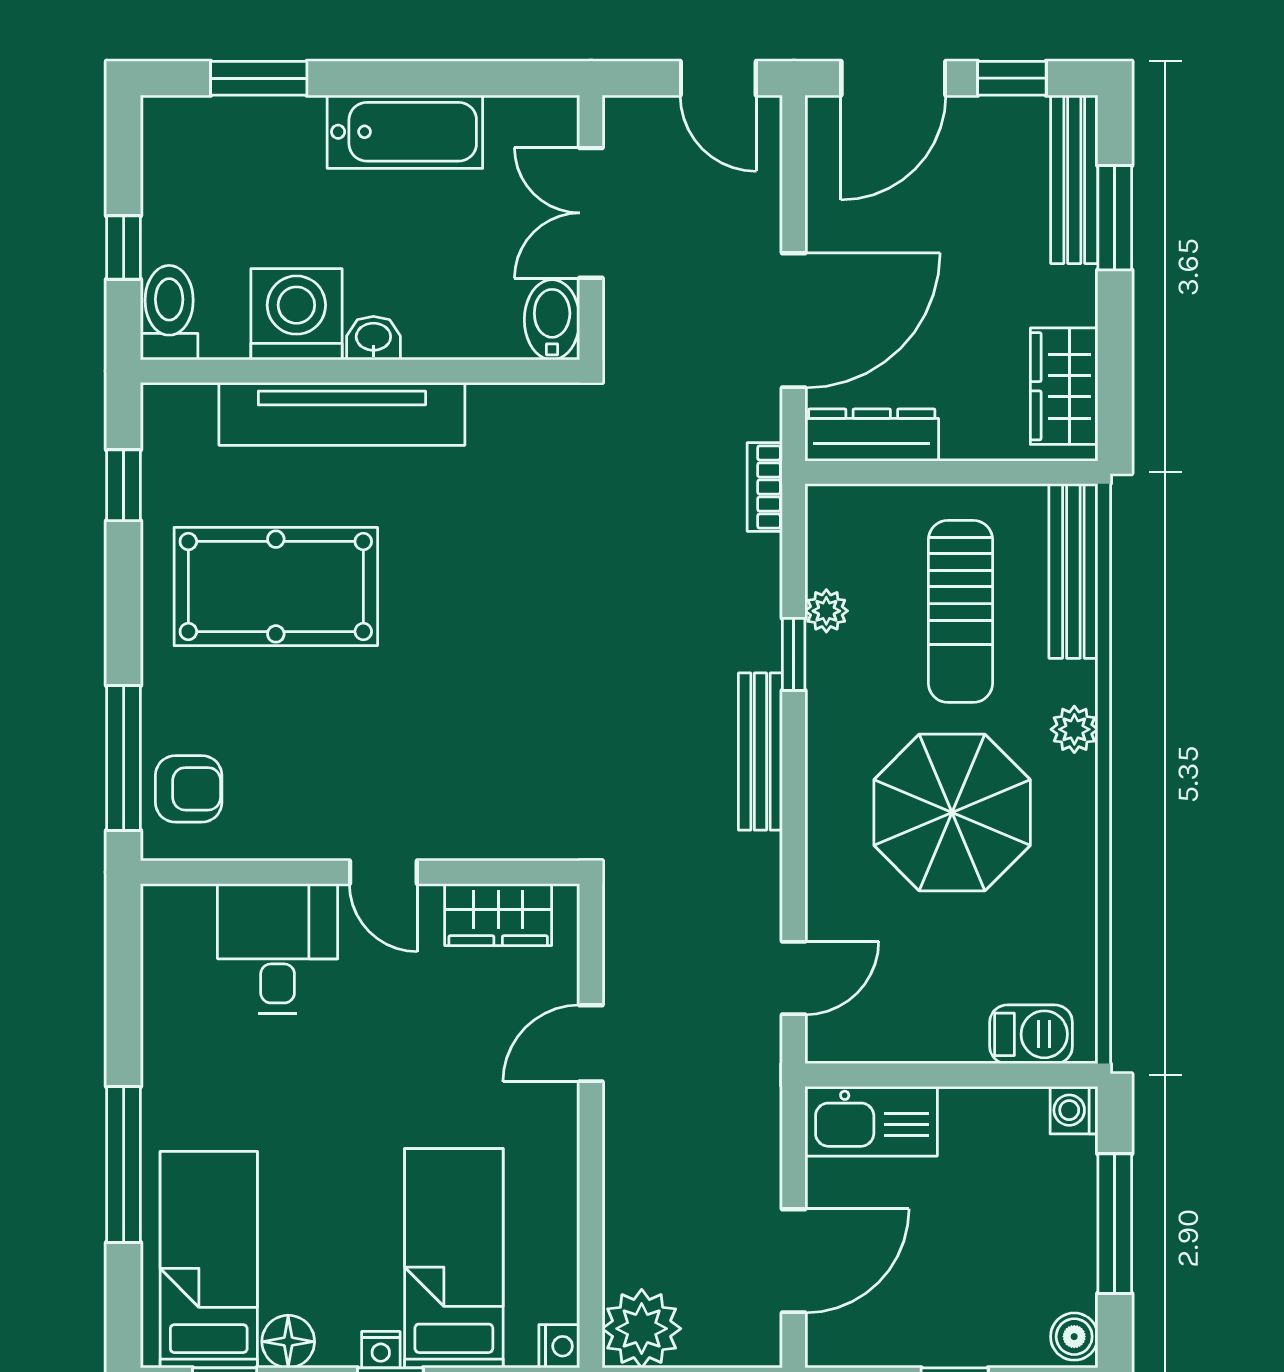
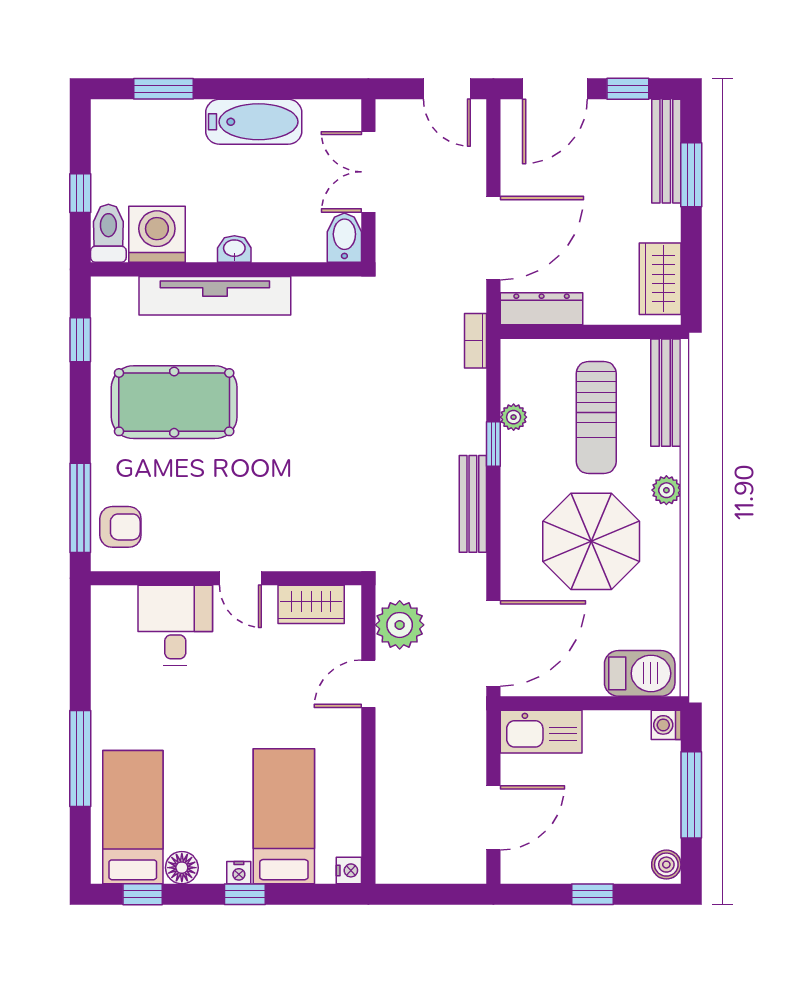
washing machine: (296, 314) -> (157, 234), moved
door: (794, 978) -> (493, 643), width x1.88
barbecue: (1031, 1034) -> (640, 673), width x1.38, depth x1.27
plant: (642, 1329) -> (400, 625), moved

